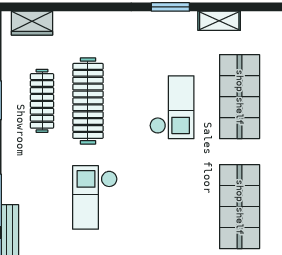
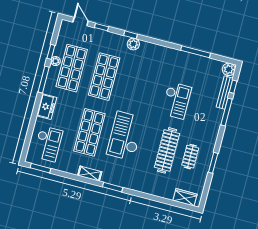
clothes rail: (42, 101) -> (190, 157), width x0.73
checkout: (172, 107) -> (125, 136), width x1.36, depth x1.21

